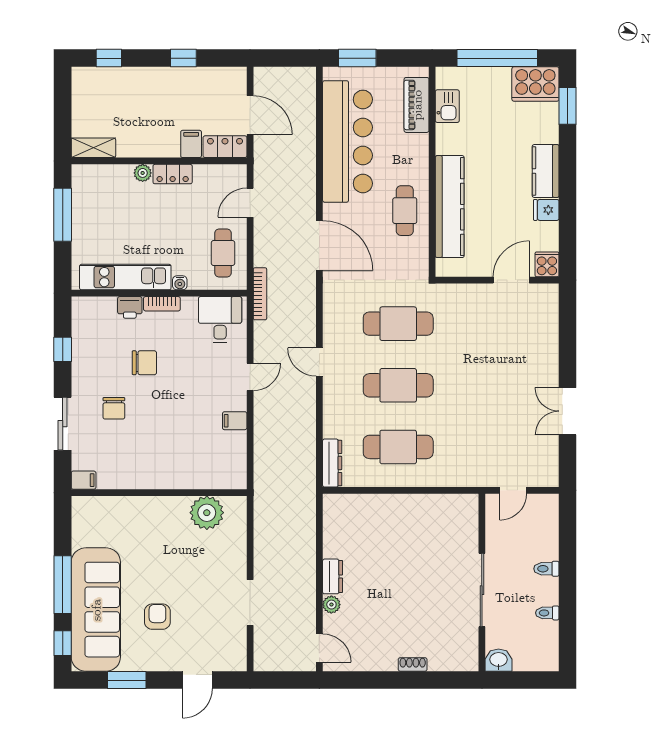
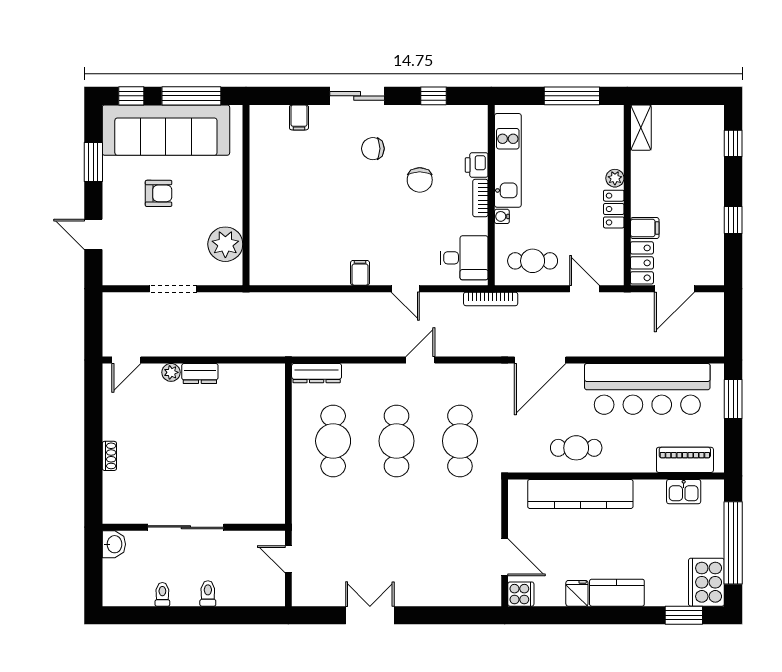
wall: (159, 493) -> (246, 195), moved
plant: (207, 513) -> (225, 244), moved

